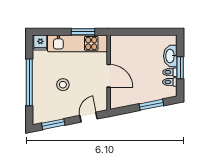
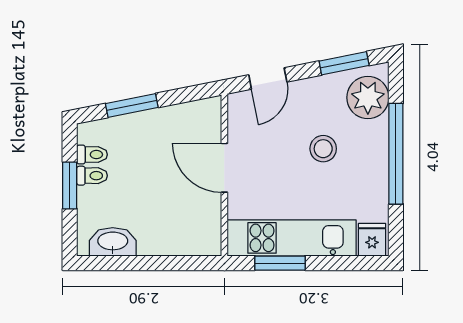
washbasin: (170, 56) -> (113, 242), moved, turned -90
plant: (42, 108) -> (368, 98), added

